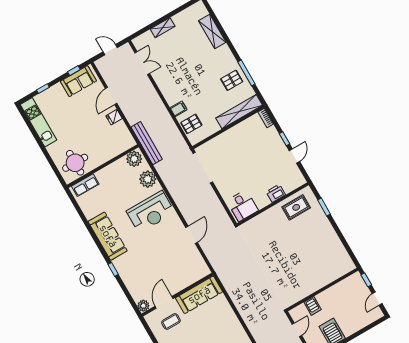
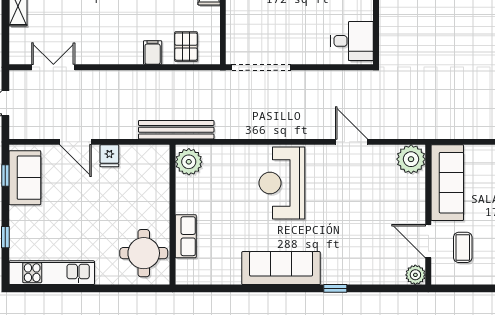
plant: (148, 179) -> (411, 159), moved
row of seats: (85, 185) -> (186, 236), moved
reception desk: (151, 212) -> (282, 183), turned 180

